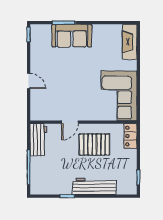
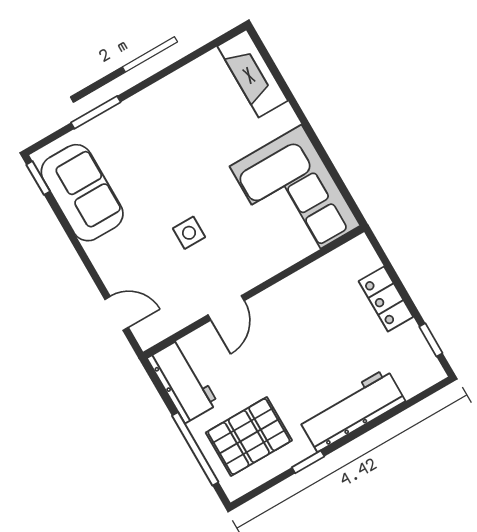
sofa: (72, 36) -> (82, 193), moved, turned -90
door: (29, 81) -> (117, 313), moved
side table: (72, 87) -> (189, 233), added
locker: (130, 136) -> (386, 299), moved
pallet: (94, 145) -> (249, 437), moved

